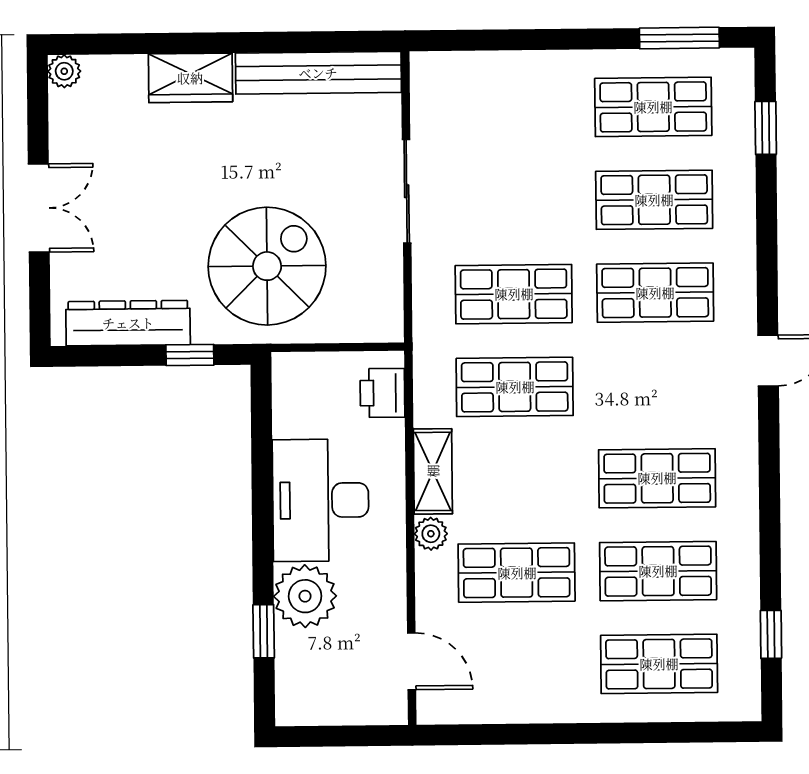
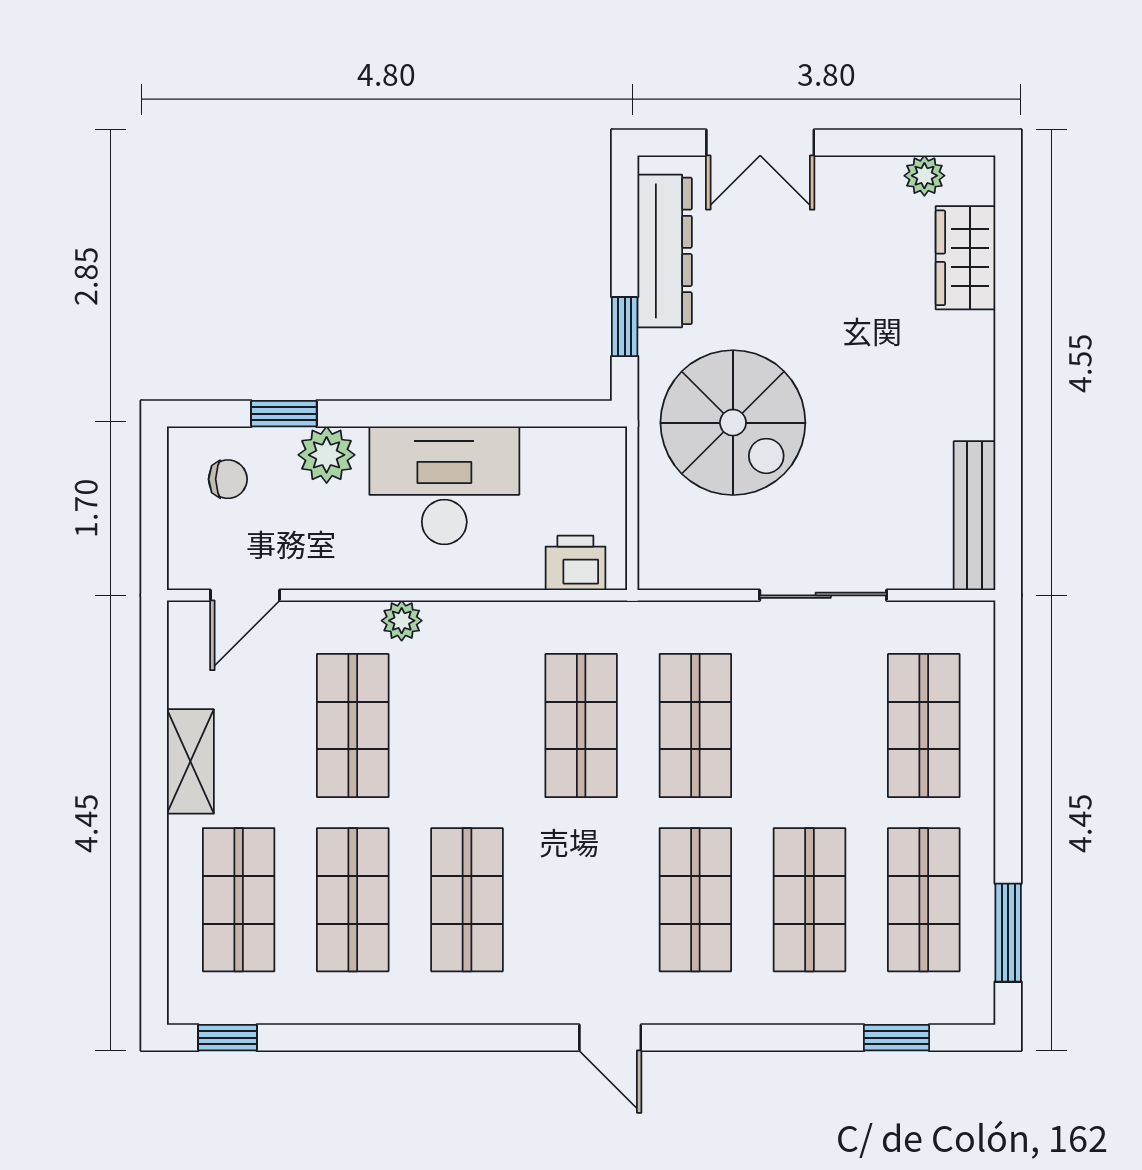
plant: (64, 71) -> (924, 176), moved
bench: (318, 73) -> (975, 516), width x0.73, depth x0.82
wardrobe: (190, 78) -> (966, 258), moved
shop shelf: (512, 108) -> (924, 726), added
double door: (39, 208) -> (760, 143), moved
shelving: (433, 471) -> (190, 761), moved, turned 90
plant: (305, 596) -> (327, 455), width x0.73, depth x0.73
window: (771, 634) -> (227, 1038), moved
chair: (317, 676) -> (228, 479), added

